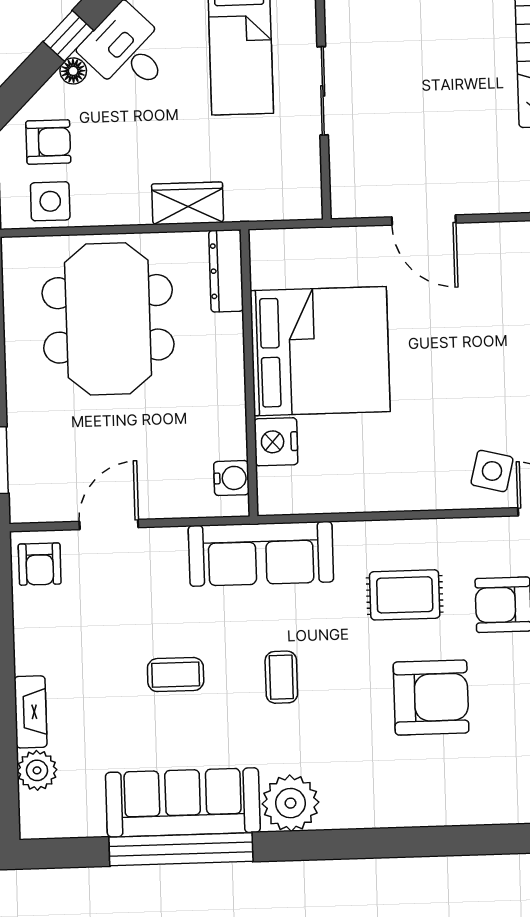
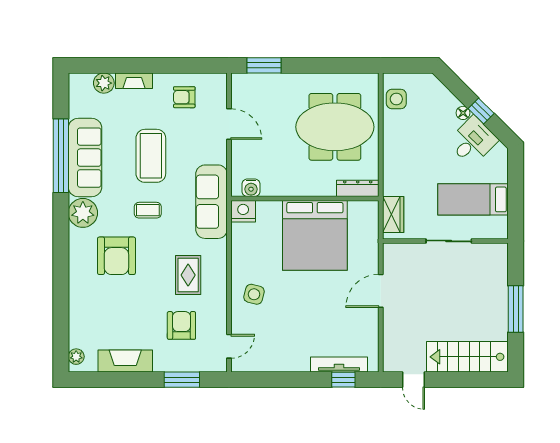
armchair: (48, 142) -> (427, 99), removed
wardrobe: (188, 203) -> (393, 215), moved
nightstand: (276, 442) -> (243, 211), moved
side table: (492, 471) -> (254, 294), moved
armchair: (40, 564) -> (184, 97), moved
coffee table: (176, 675) -> (151, 156), width x1.86, depth x1.72
armchair: (431, 697) -> (116, 256), moved

